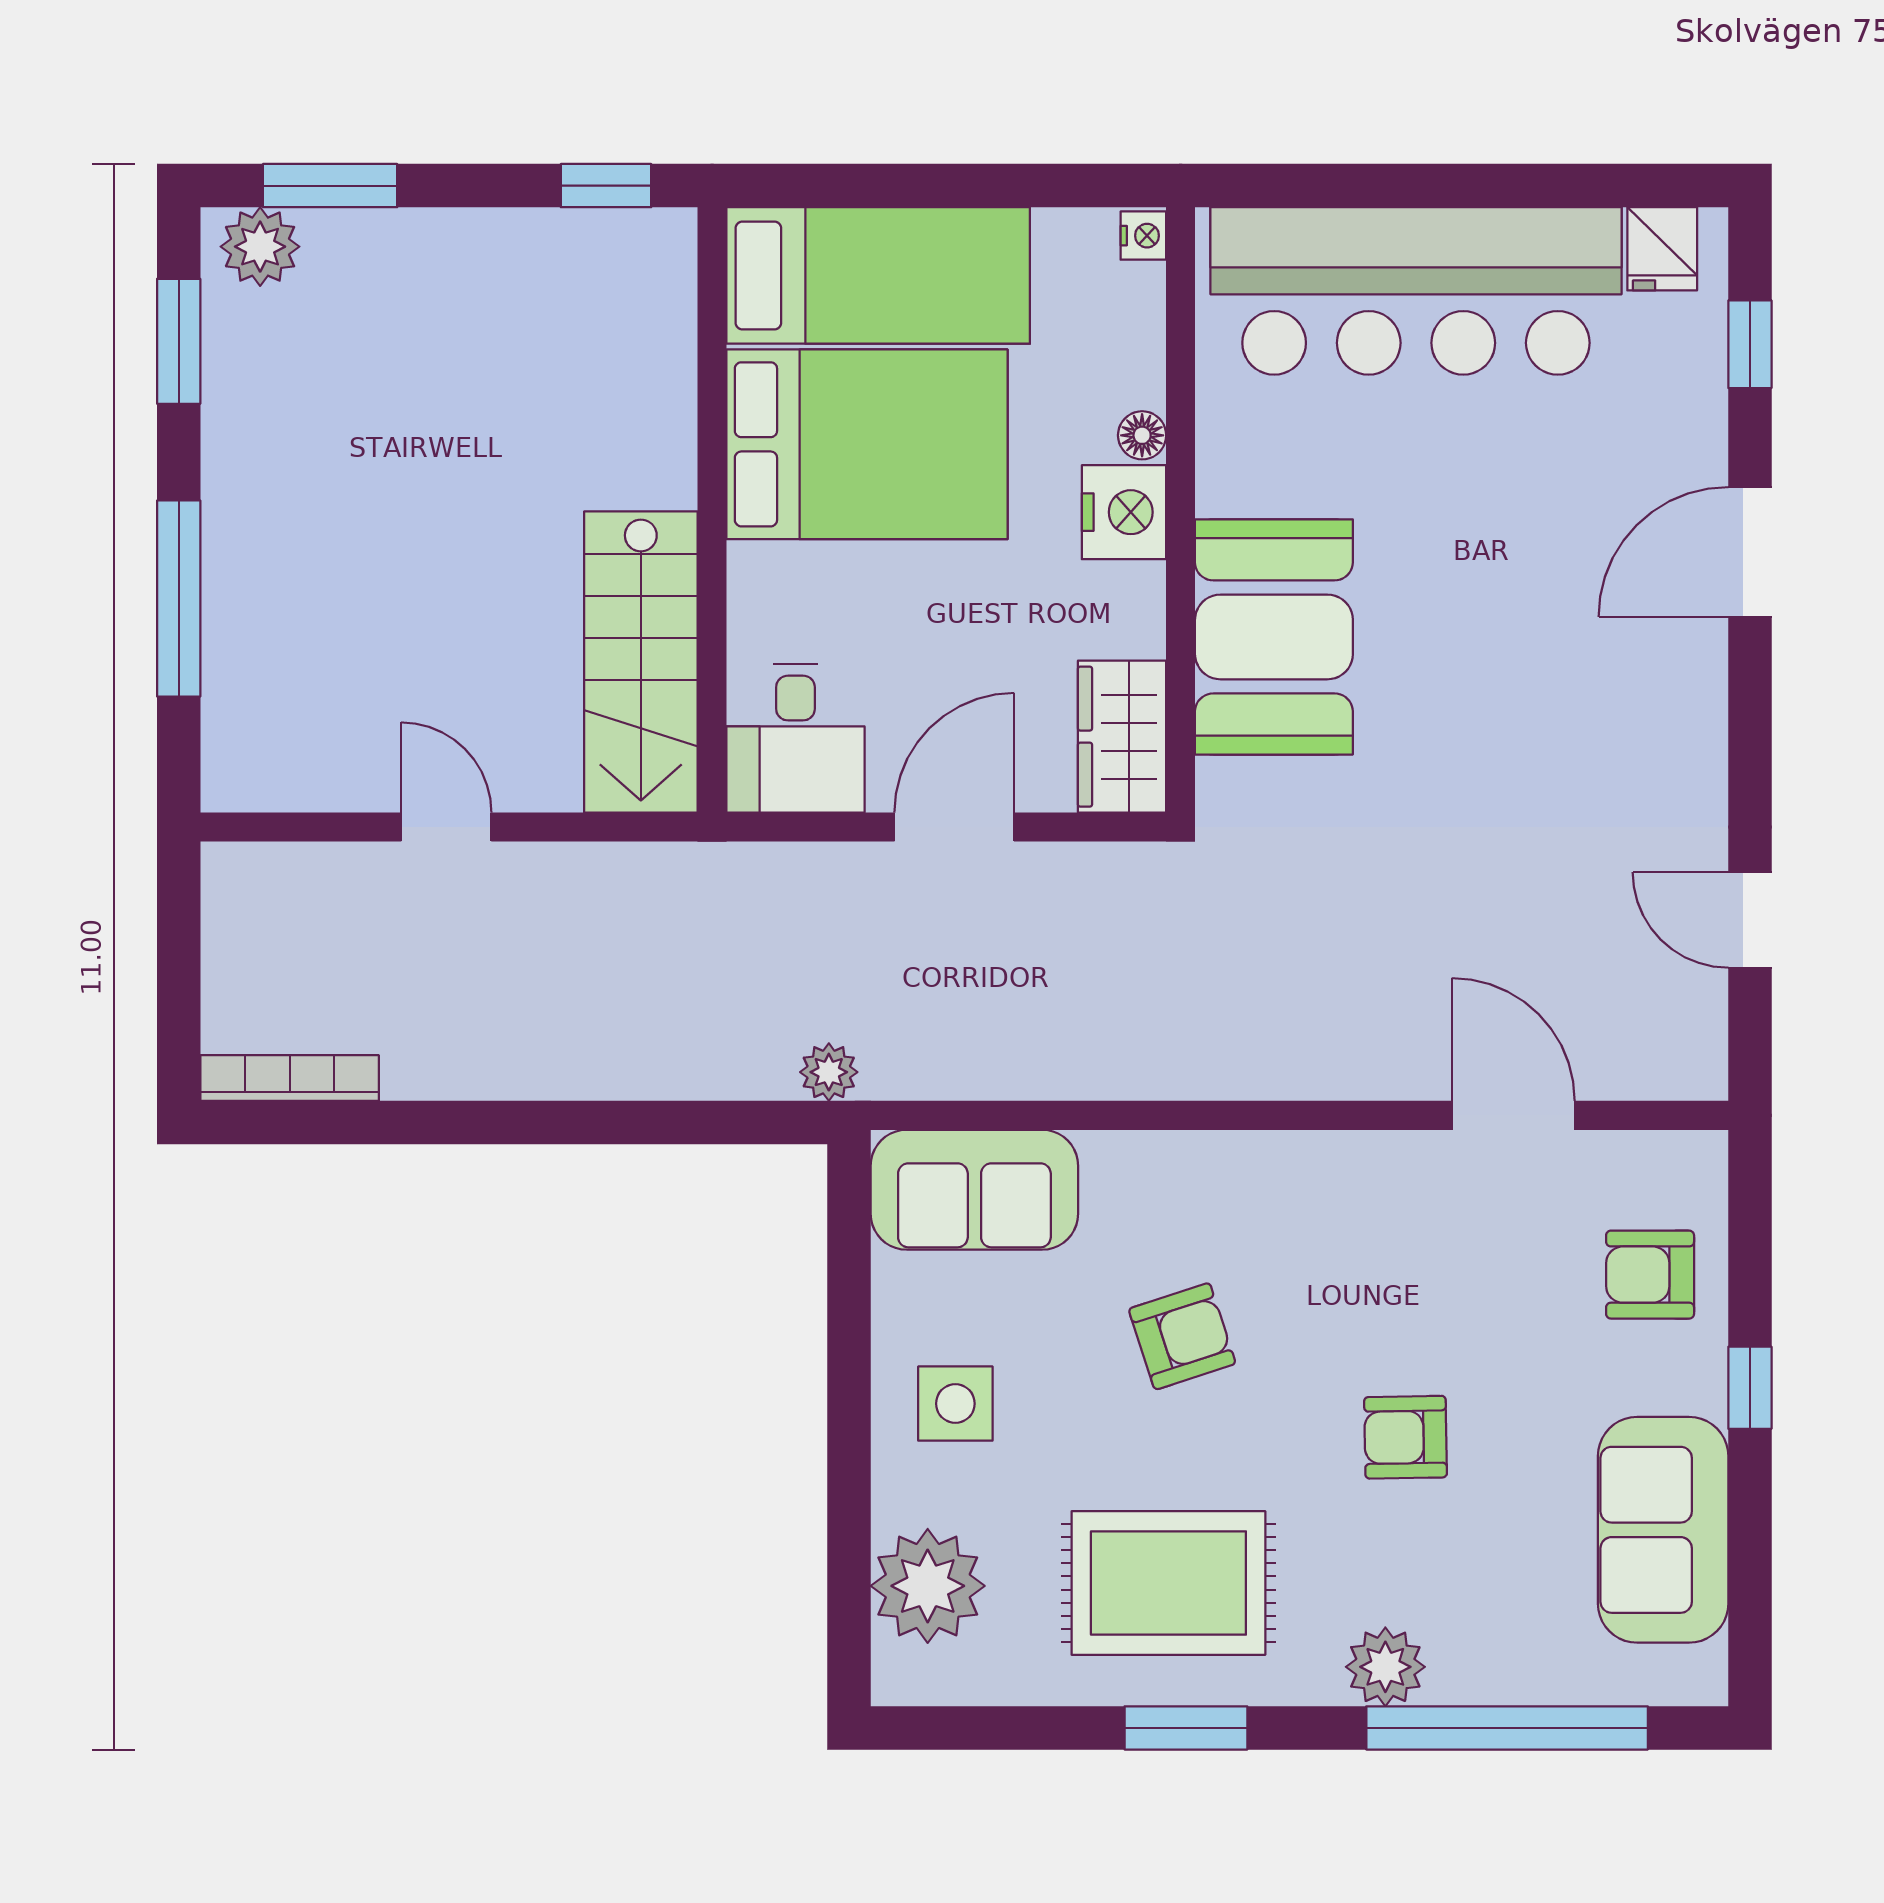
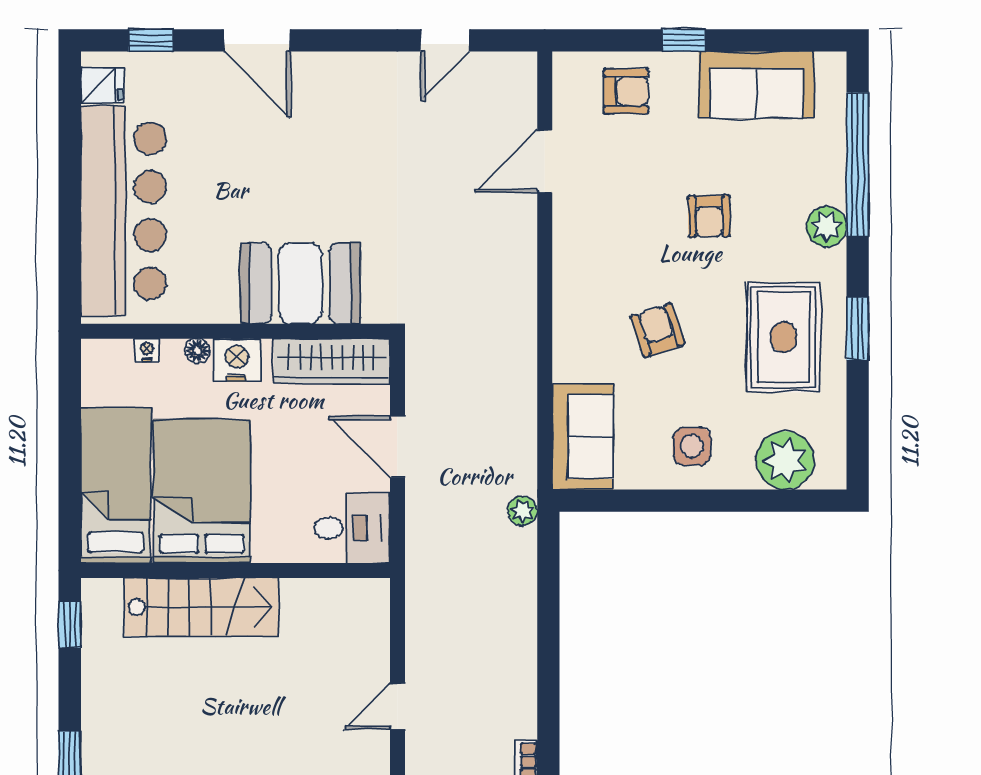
nightstand: (1143, 236) -> (147, 350), moved
stairs: (641, 662) -> (201, 607), moved
wardrobe: (1122, 737) -> (332, 361), width x1.50
armchair: (1650, 1275) -> (626, 91), turned -90

